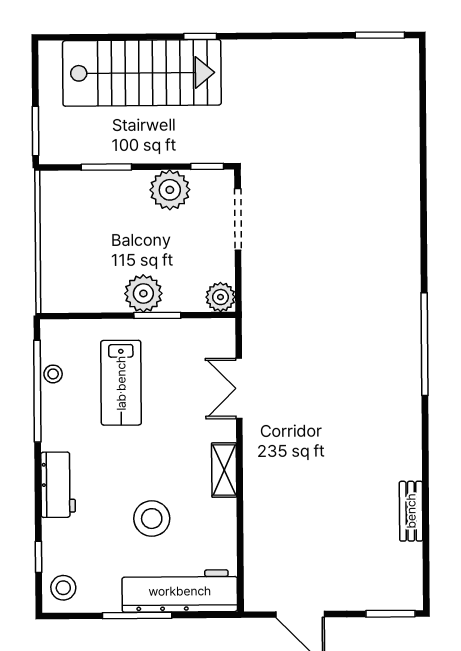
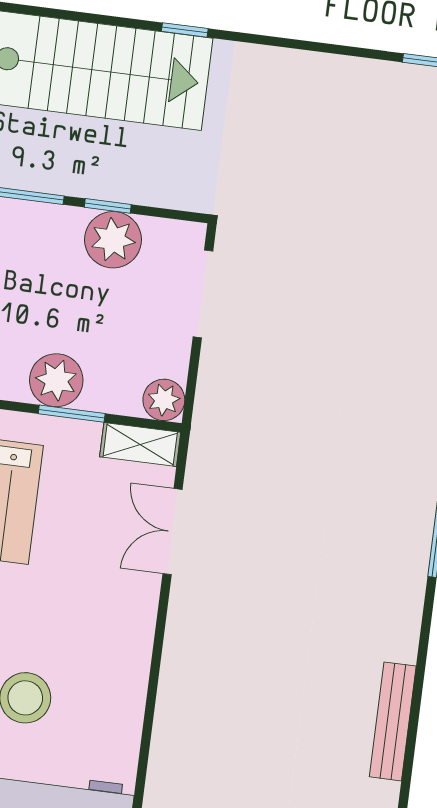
window: (207, 166) -> (108, 206), moved
shelving: (224, 470) -> (140, 444), moved, turned 90
bench: (411, 511) -> (393, 721), width x1.36

